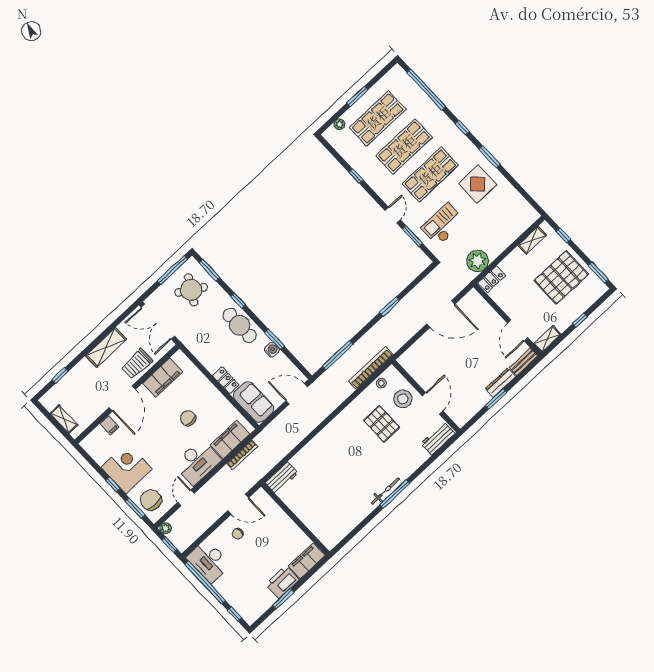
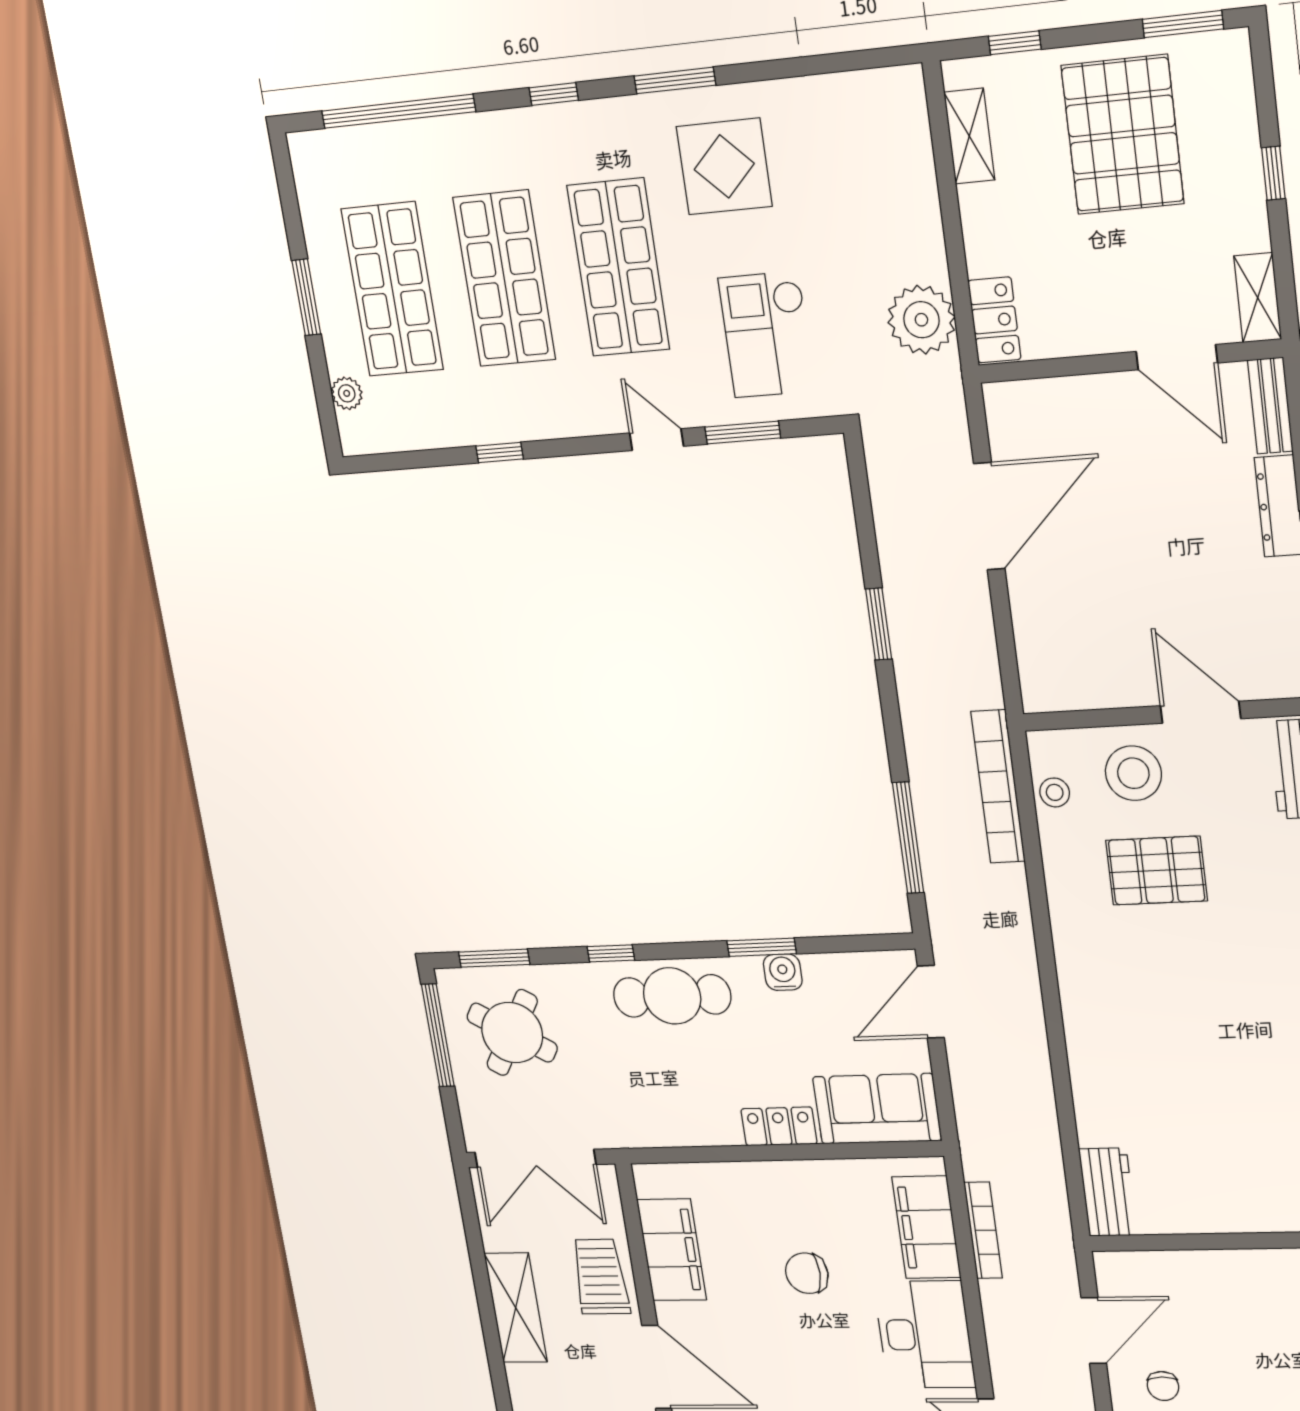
trolley: (137, 364) -> (600, 1277), turned 180

